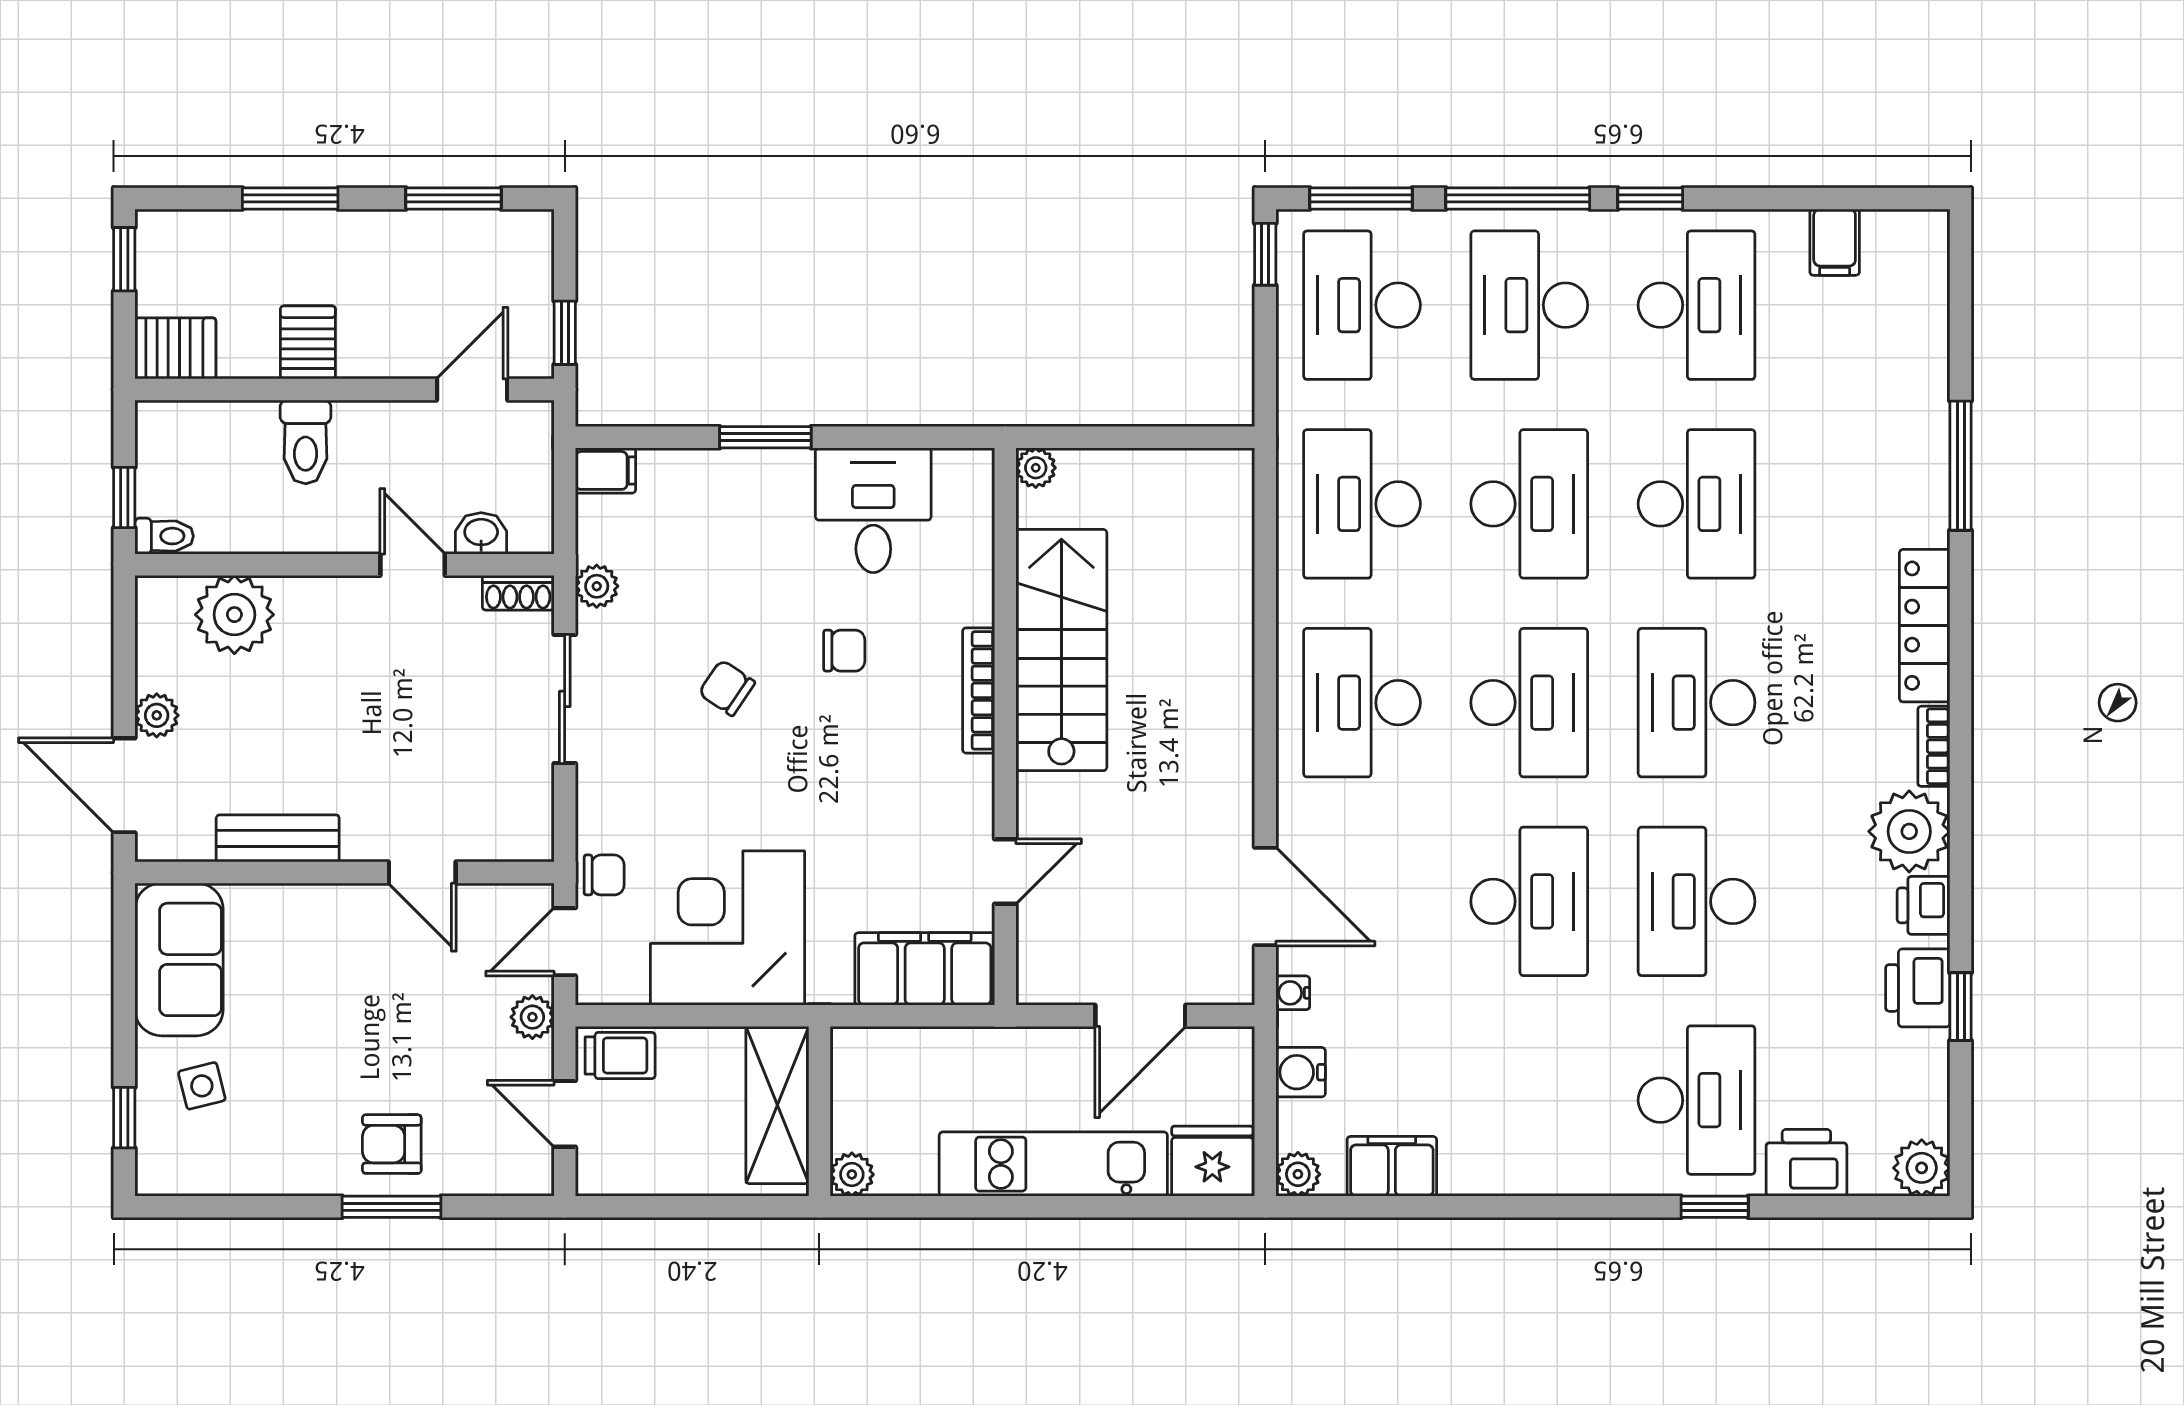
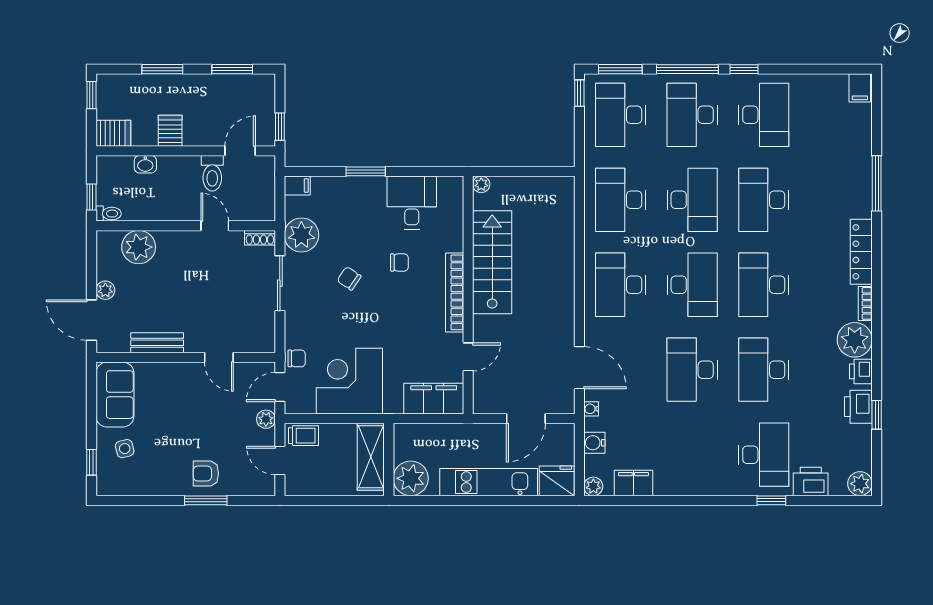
filing cabinet: (1835, 242) -> (860, 88), moved
toilet: (306, 442) -> (212, 173), moved
desk: (1697, 504) -> (764, 200), turned 180
washbasin: (481, 533) -> (145, 164), moved, turned 180
plant: (597, 586) -> (301, 235), width x1.87, depth x1.87
bookcase: (979, 690) -> (455, 292), width x1.48, depth x1.31
desk: (1529, 901) -> (692, 370), turned 180
plant: (852, 1174) -> (411, 478), width x1.88, depth x1.88

